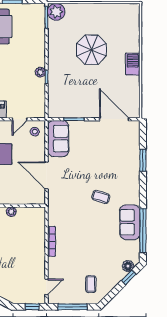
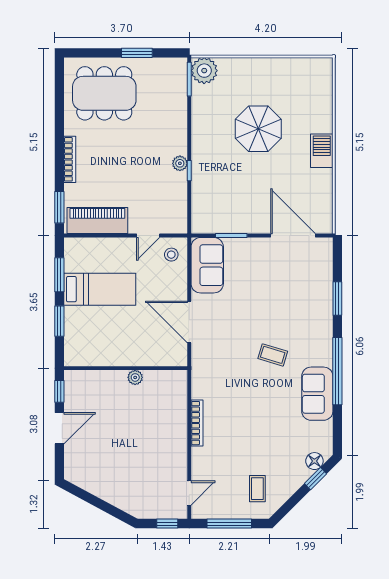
window: (143, 231) -> (337, 371), moved

